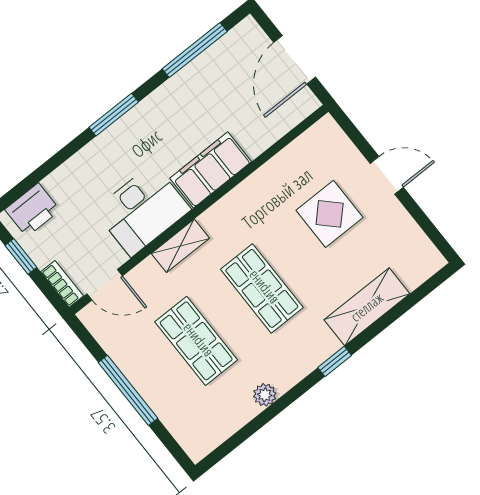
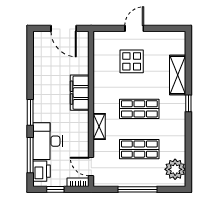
window: (195, 50) -> (30, 155), moved
desk: (142, 210) -> (48, 141), moved, turned 180
door: (105, 285) -> (91, 167), swing flipped
plant: (265, 395) -> (175, 169), moved, width x1.87, depth x1.87

